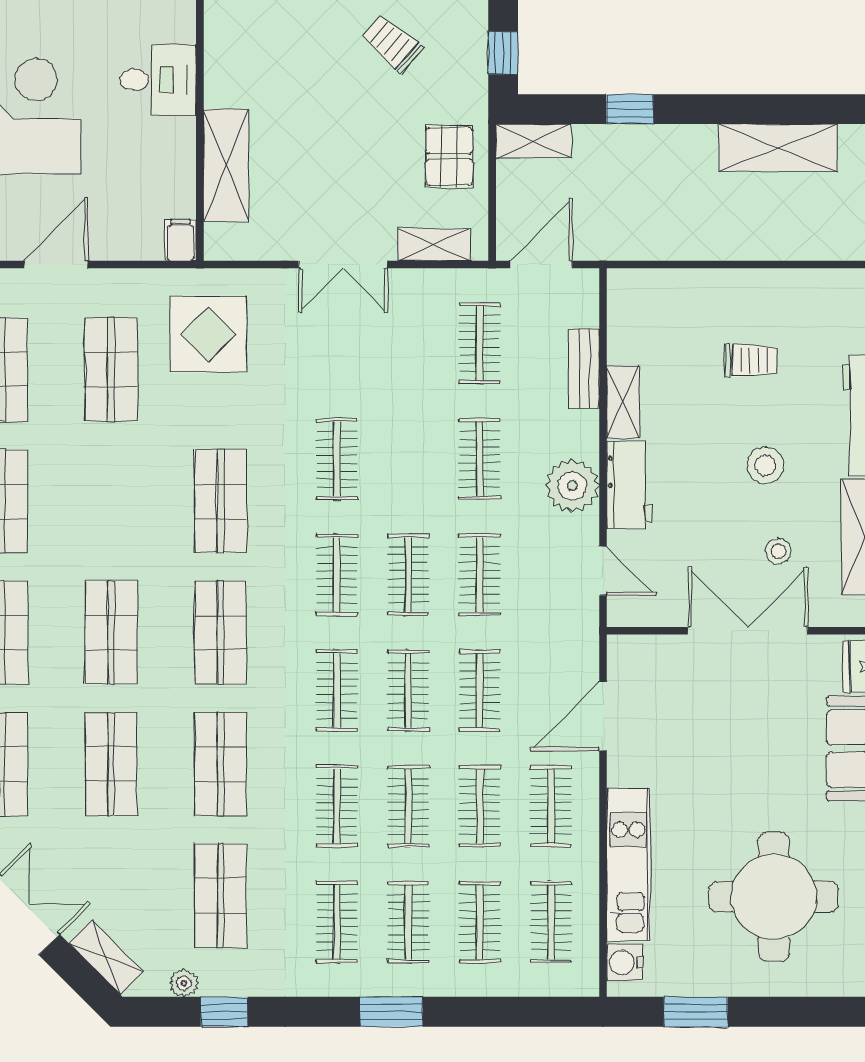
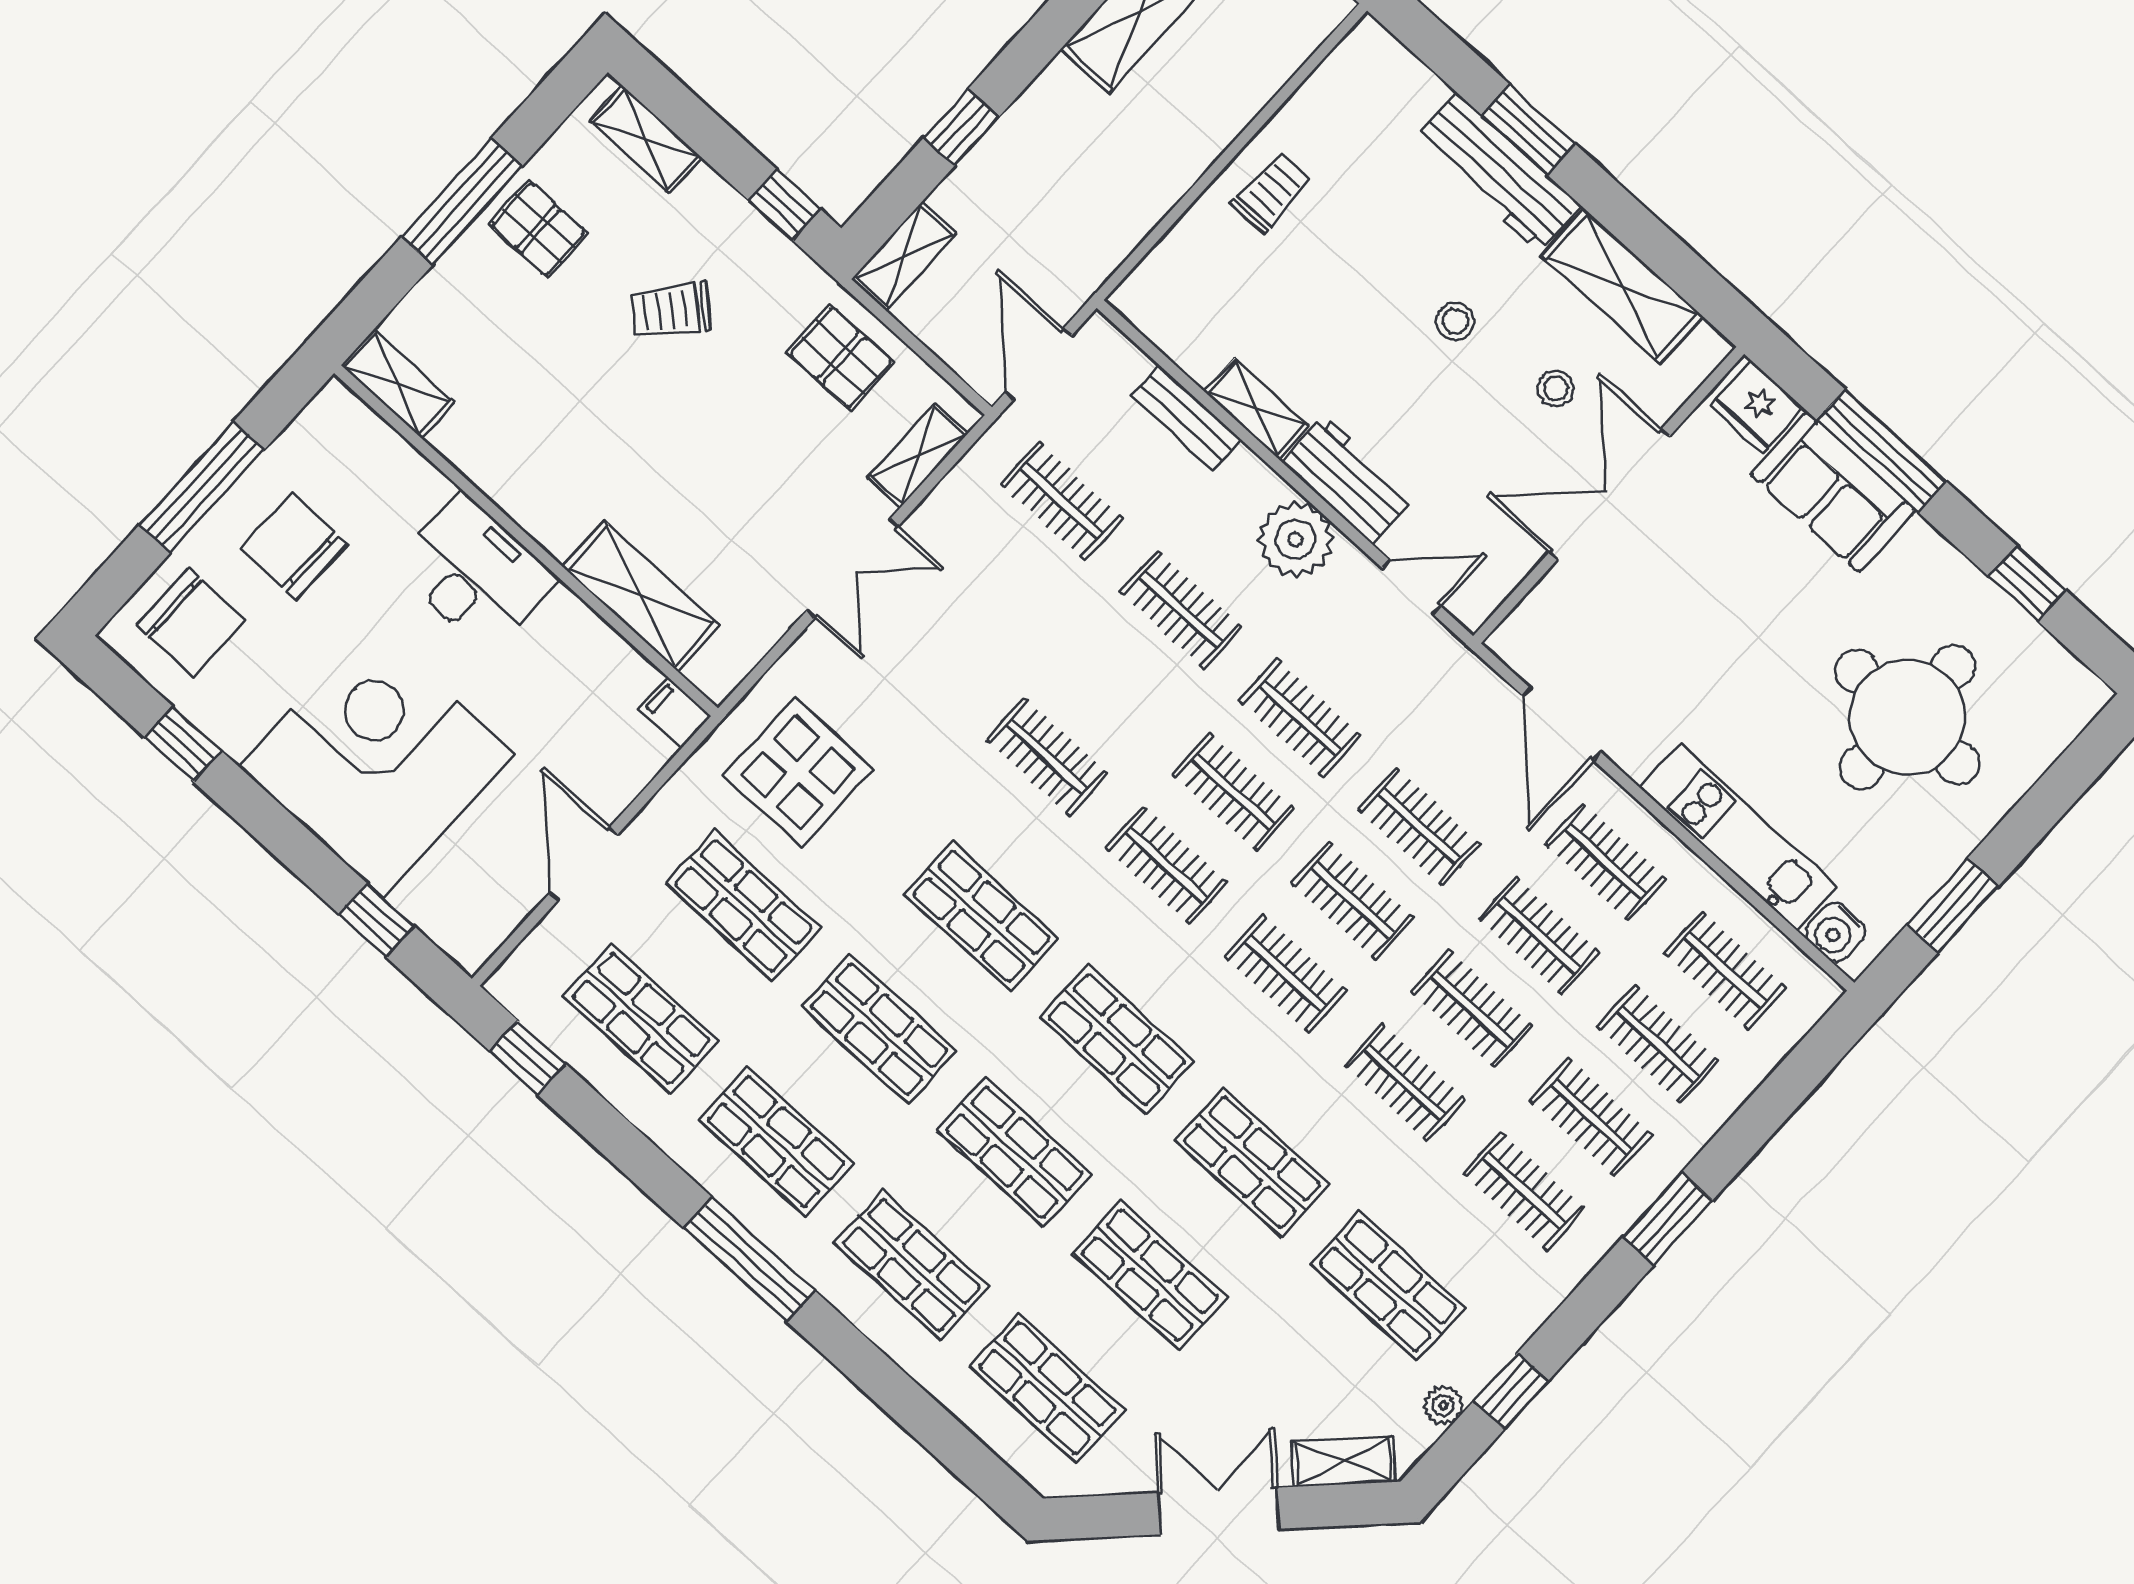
desk: (158, 80) -> (475, 573), width x1.37
trolley: (751, 360) -> (1271, 193), moved
stool: (765, 465) -> (1455, 321), width x0.73, depth x0.73
shop shelf: (111, 501) -> (879, 1029), added

